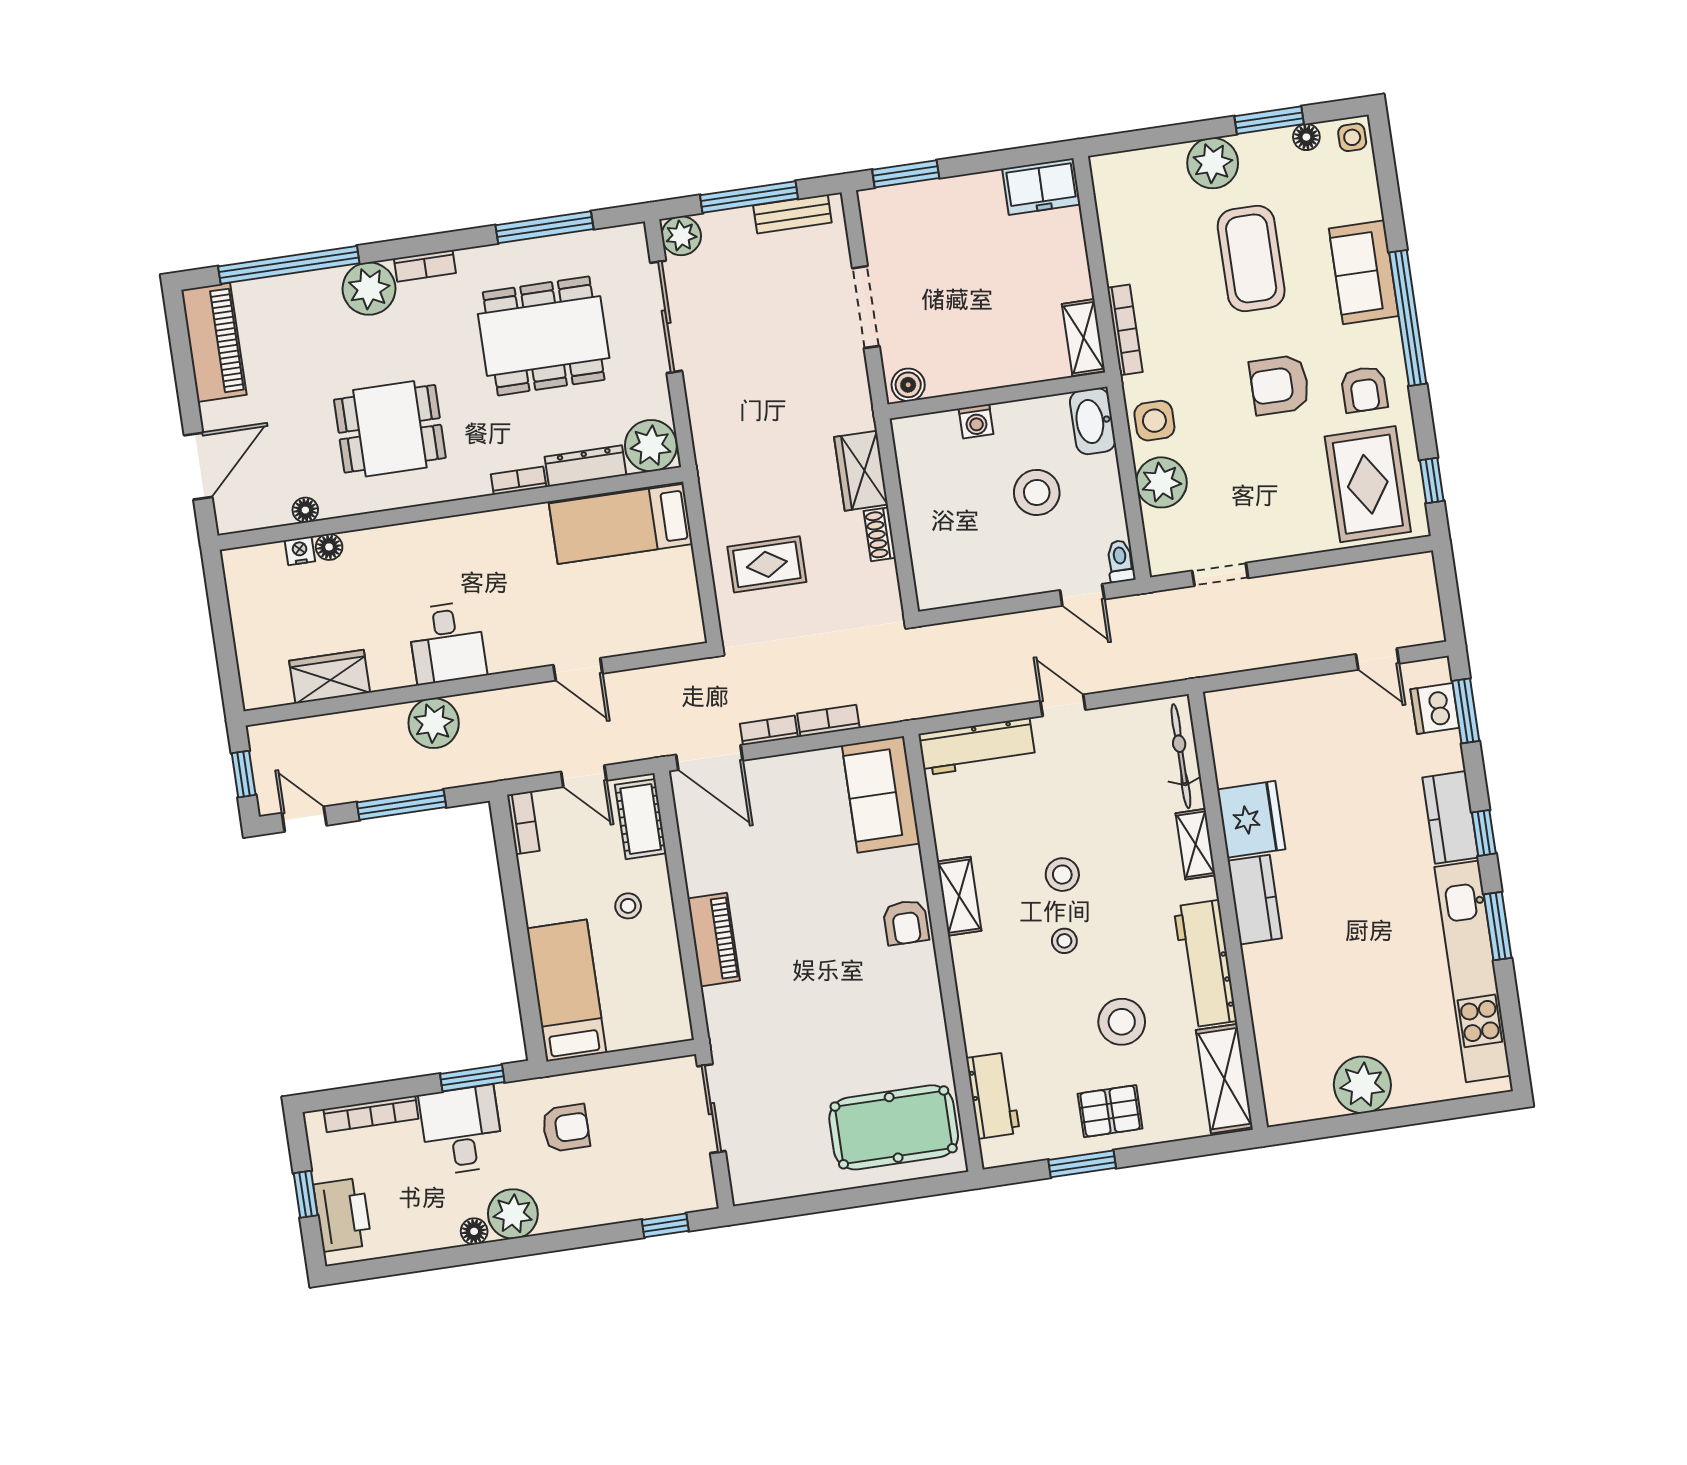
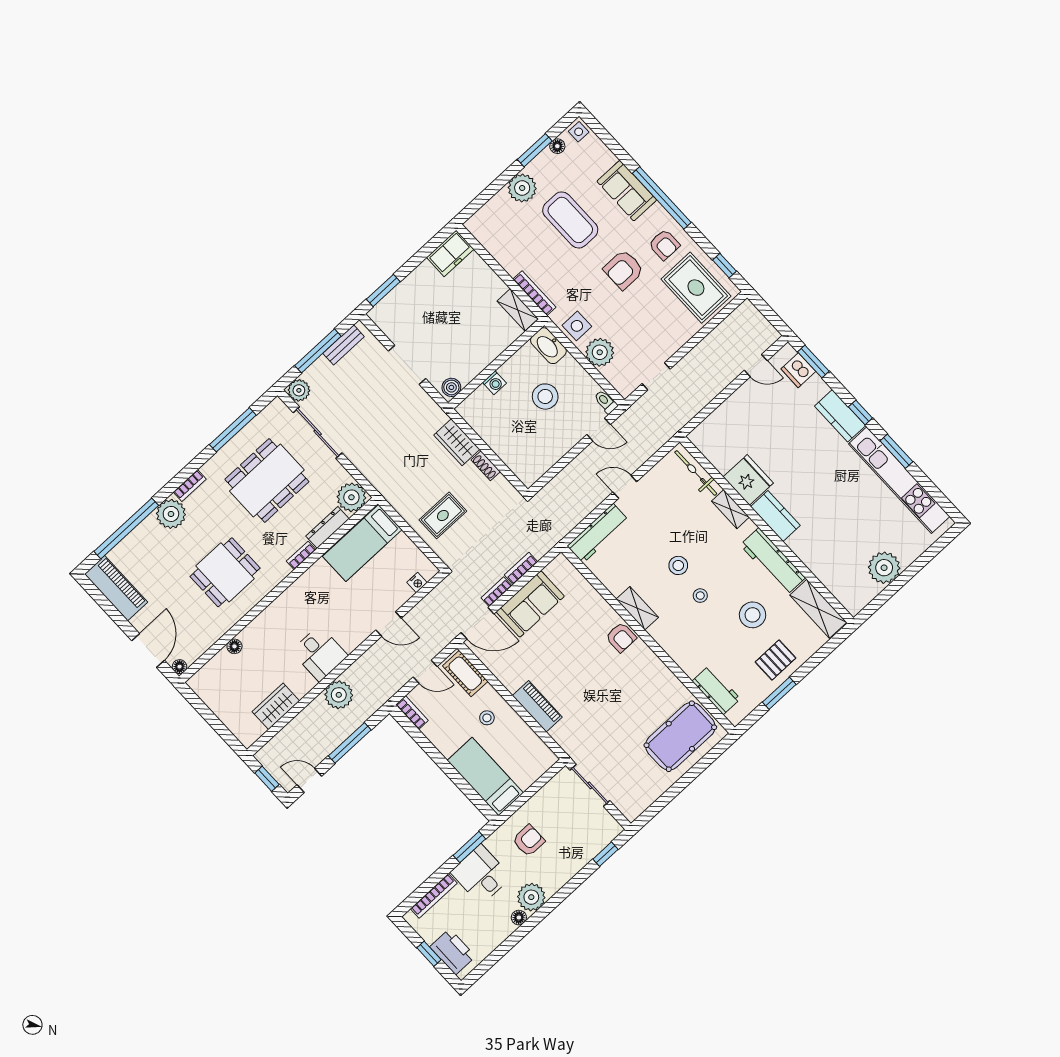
floor lamp: (305, 510) -> (180, 667), moved
nightstand: (300, 551) -> (417, 583), moved, turned 180
sofa: (881, 794) -> (530, 604), moved, turned -90

